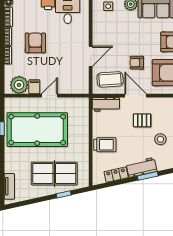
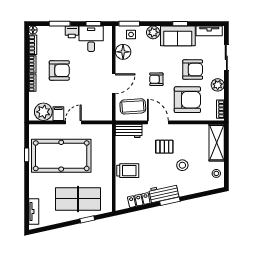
floor lamp: (100, 24) -> (123, 52), added
armchair: (35, 43) -> (59, 70), turned 90
armchair: (137, 63) -> (156, 79), moved

